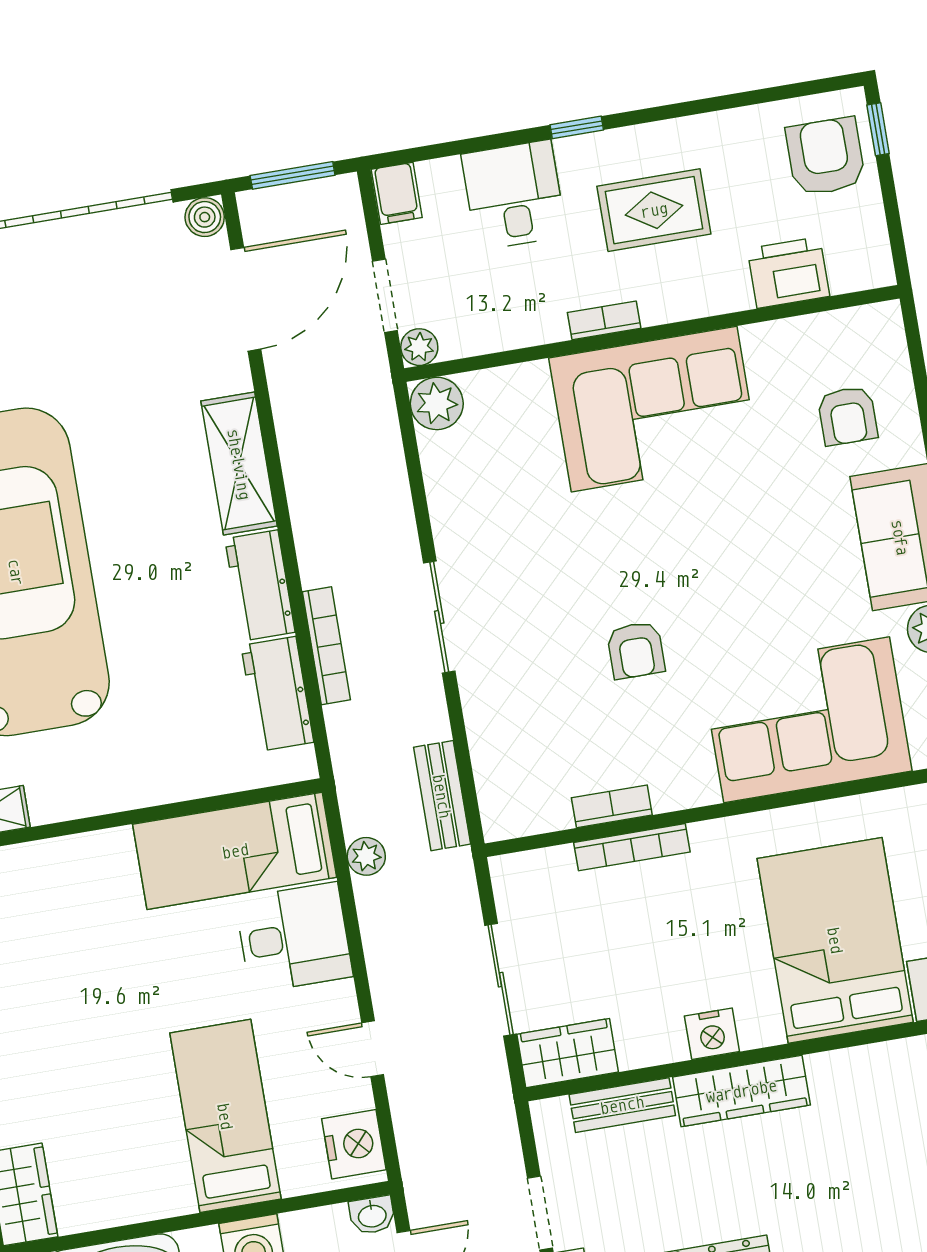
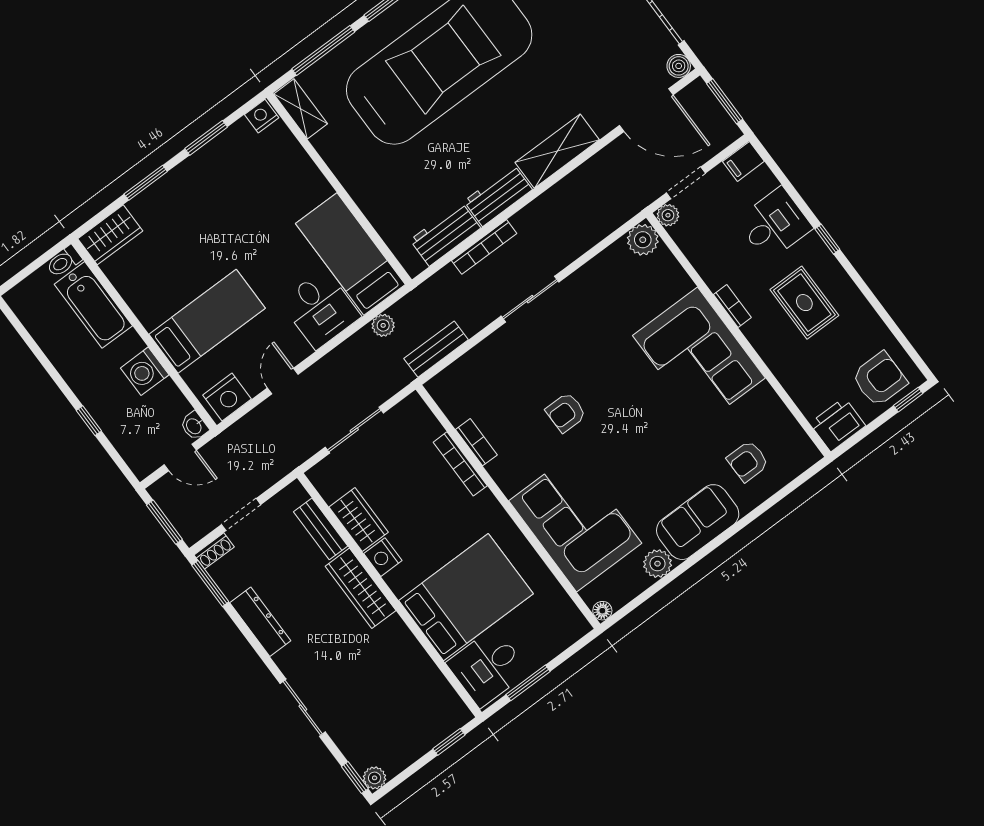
printer: (788, 273) -> (838, 424), moved, turned -90
wardrobe: (568, 1053) -> (359, 520), moved

